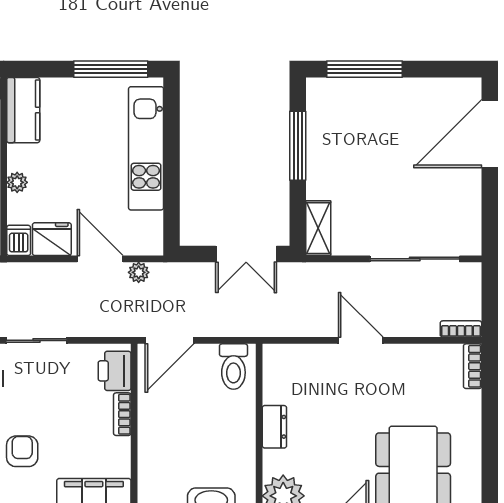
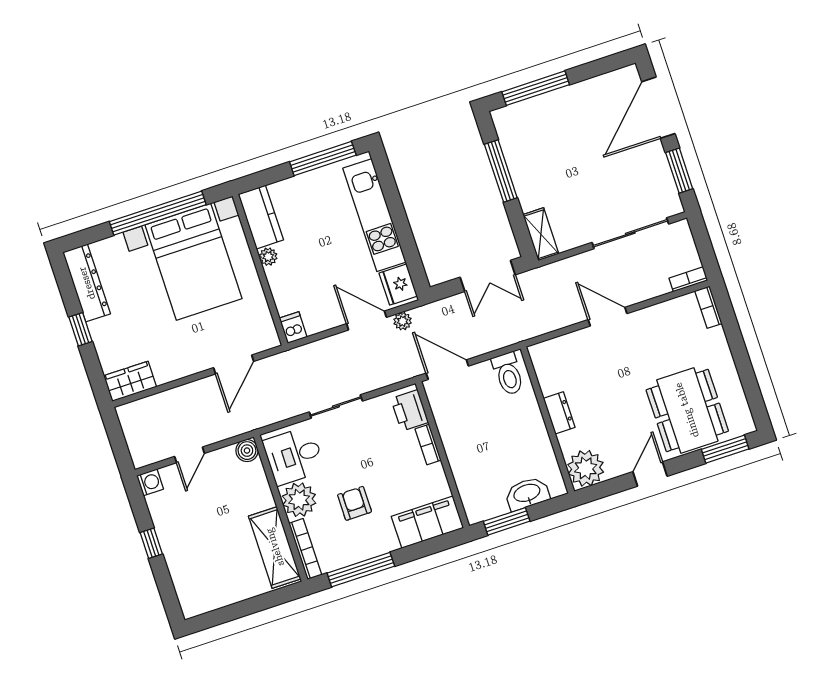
plant: (17, 182) -> (268, 257), moved
window: (490, 209) -> (679, 171), added
fridge: (52, 239) -> (398, 285), moved, turned -90
door: (170, 340) -> (447, 370), swing flipped

